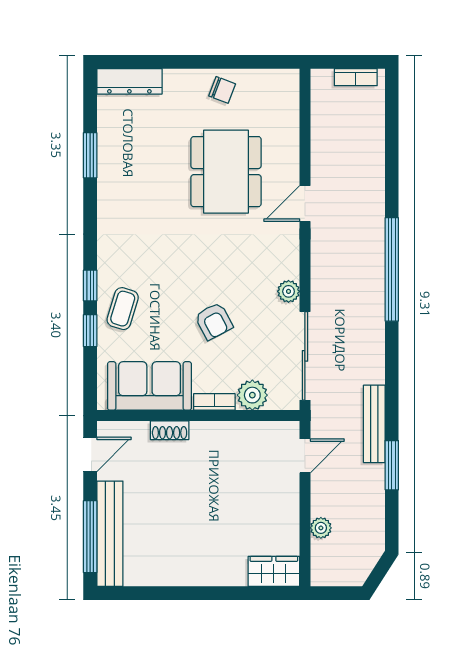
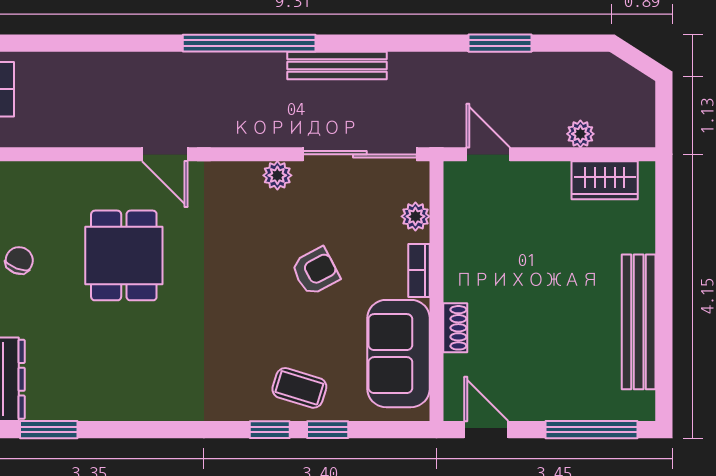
window: (90, 155) -> (49, 430), moved
dining table: (226, 172) -> (124, 255), width x0.73
plant: (252, 395) -> (415, 216), width x0.73, depth x0.73
bench: (374, 424) -> (337, 66), moved
bench: (110, 534) -> (639, 322), moved, turned 90
wardrobe: (274, 571) -> (605, 180), moved, turned -90

